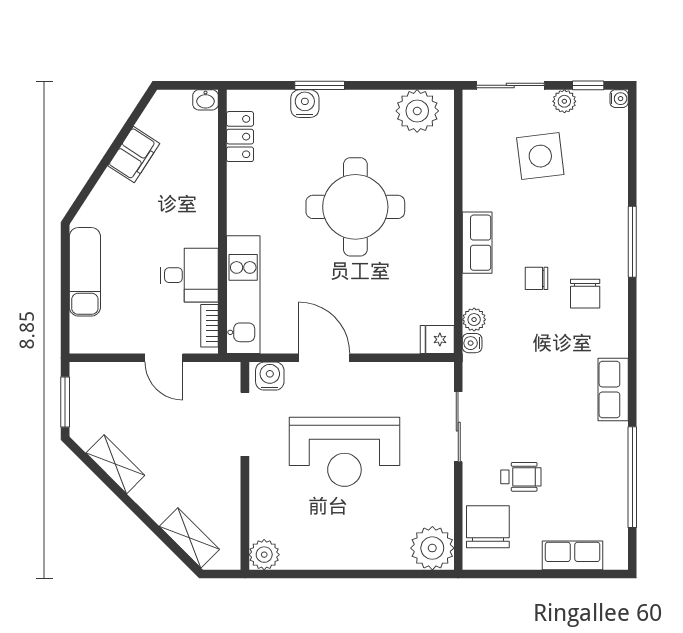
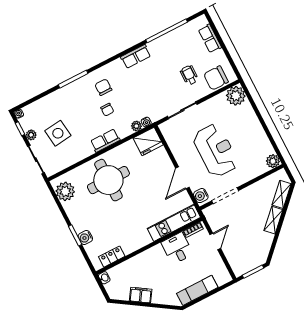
round table: (355, 207) -> (108, 180), moved
chair: (585, 294) -> (103, 87), turned -90
fridge: (437, 339) -> (148, 141), width x1.88, depth x1.34
shelving: (115, 464) -> (273, 220), moved

